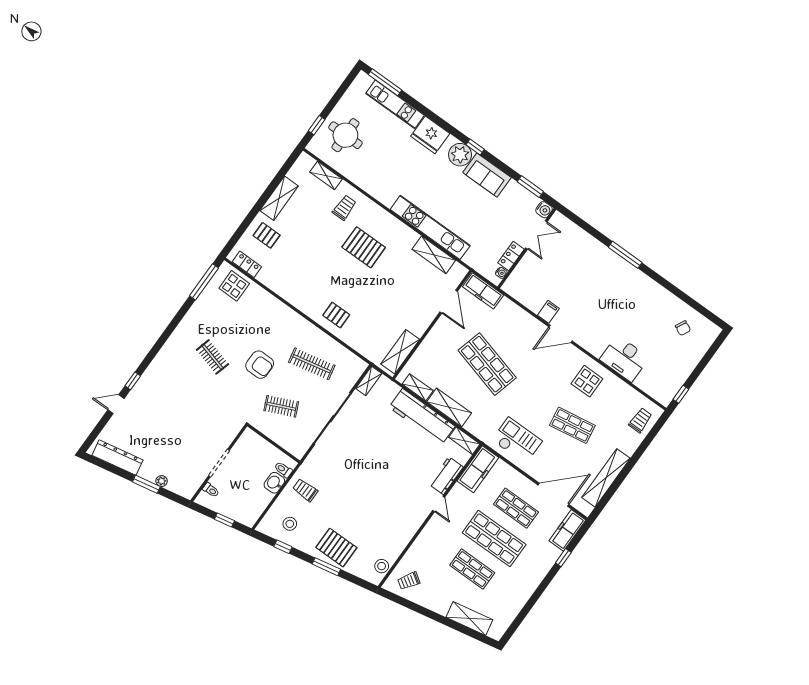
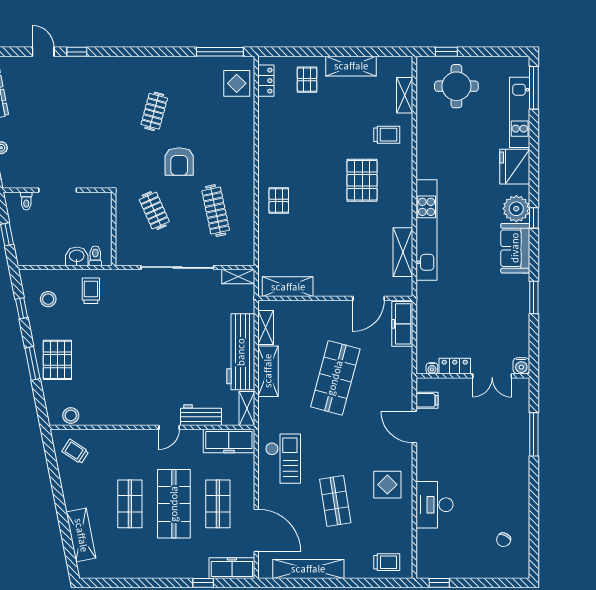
water cooler: (544, 210) -> (521, 366), moved
double door: (536, 235) -> (492, 376), moved
wall: (527, 248) -> (473, 376), moved
locker: (511, 256) -> (455, 366), moved
water cooler: (501, 273) -> (432, 368), moved

